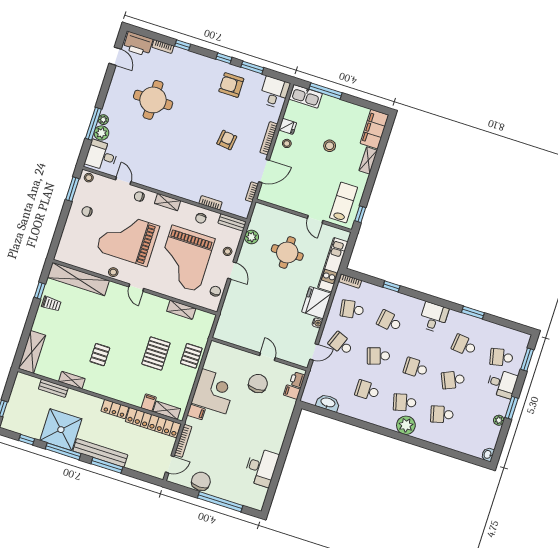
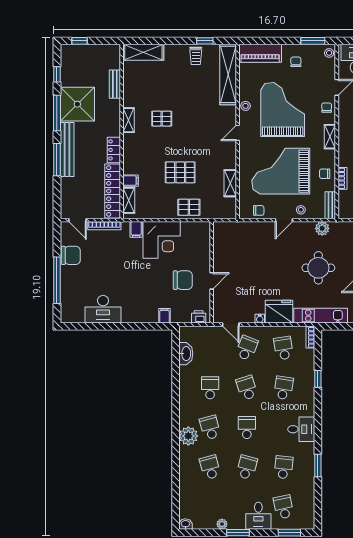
piano: (68, 242) -> (260, 53), added
shelving: (72, 380) -> (128, 120), moved
school desk: (453, 380) -> (247, 467), turned 39
filing cabinet: (292, 392) -> (165, 316), moved

